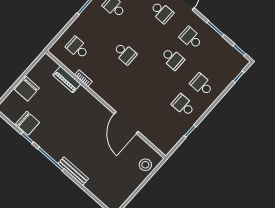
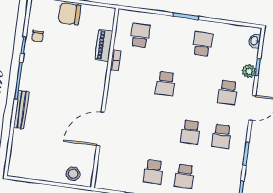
school desk: (191, 38) -> (222, 136), turned 180
school desk: (202, 85) -> (184, 176), turned 180
school desk: (183, 105) -> (153, 172), turned 180
chair: (27, 123) -> (38, 36), width x0.54, depth x0.54

